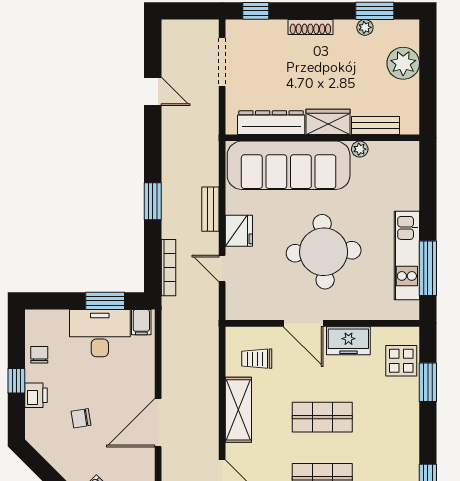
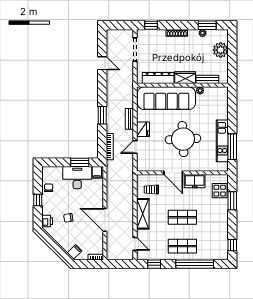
door: (222, 268) -> (135, 147), hinge flipped
printer: (36, 395) -> (47, 221), moved
door: (158, 423) -> (105, 220), hinge flipped

